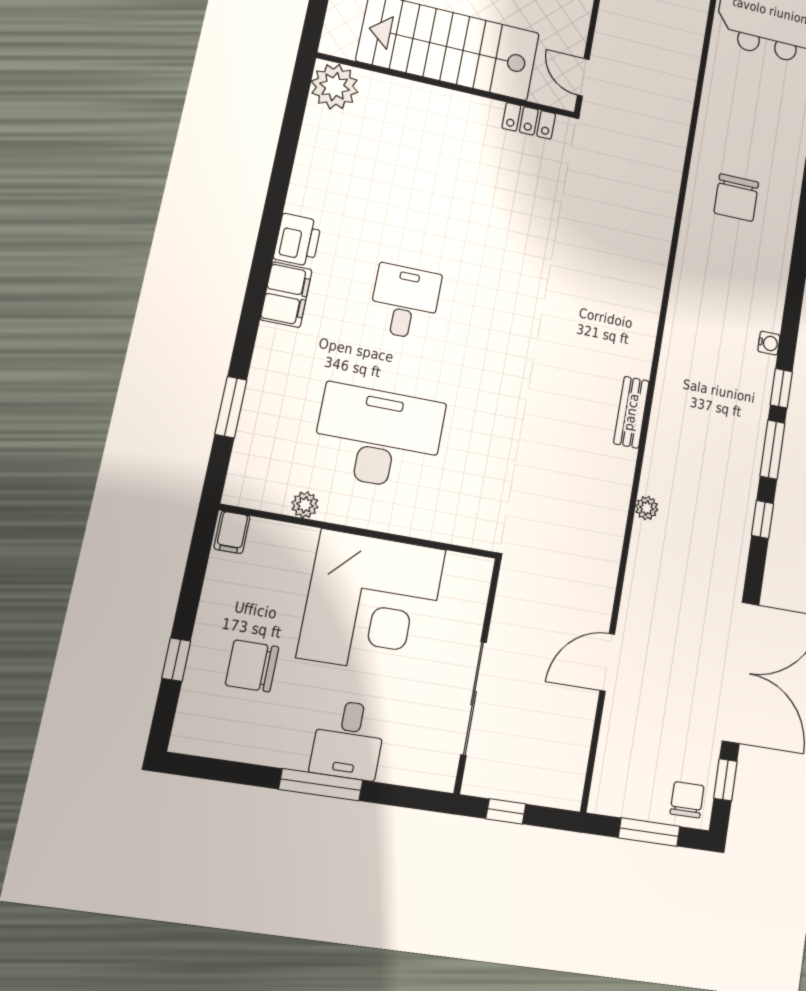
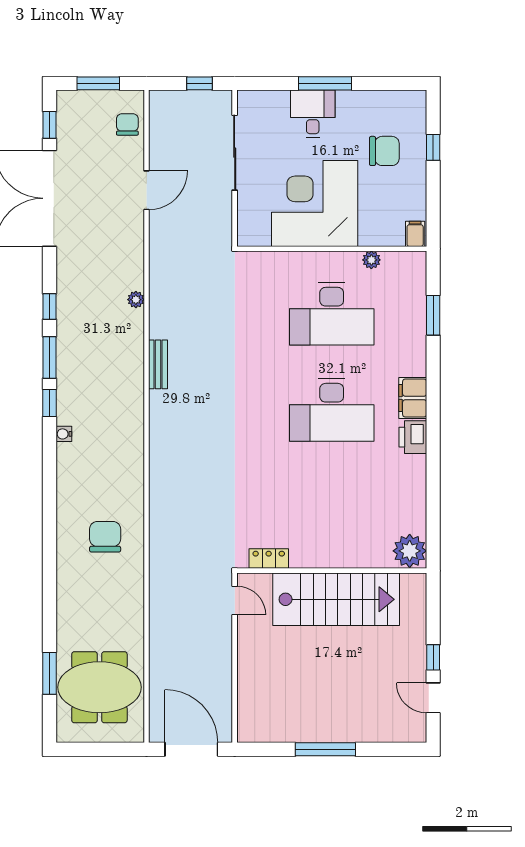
desk: (405, 302) -> (332, 410), width x1.87, depth x1.30
chair: (687, 800) -> (127, 124), moved, turned 180

